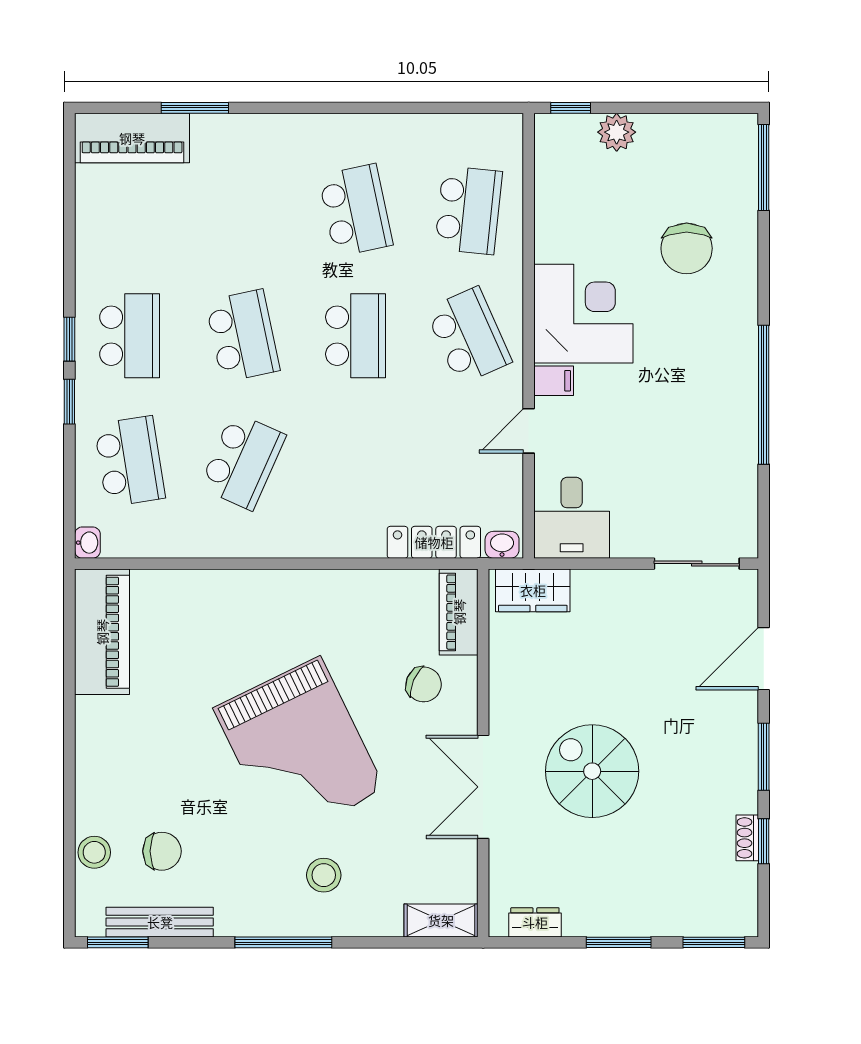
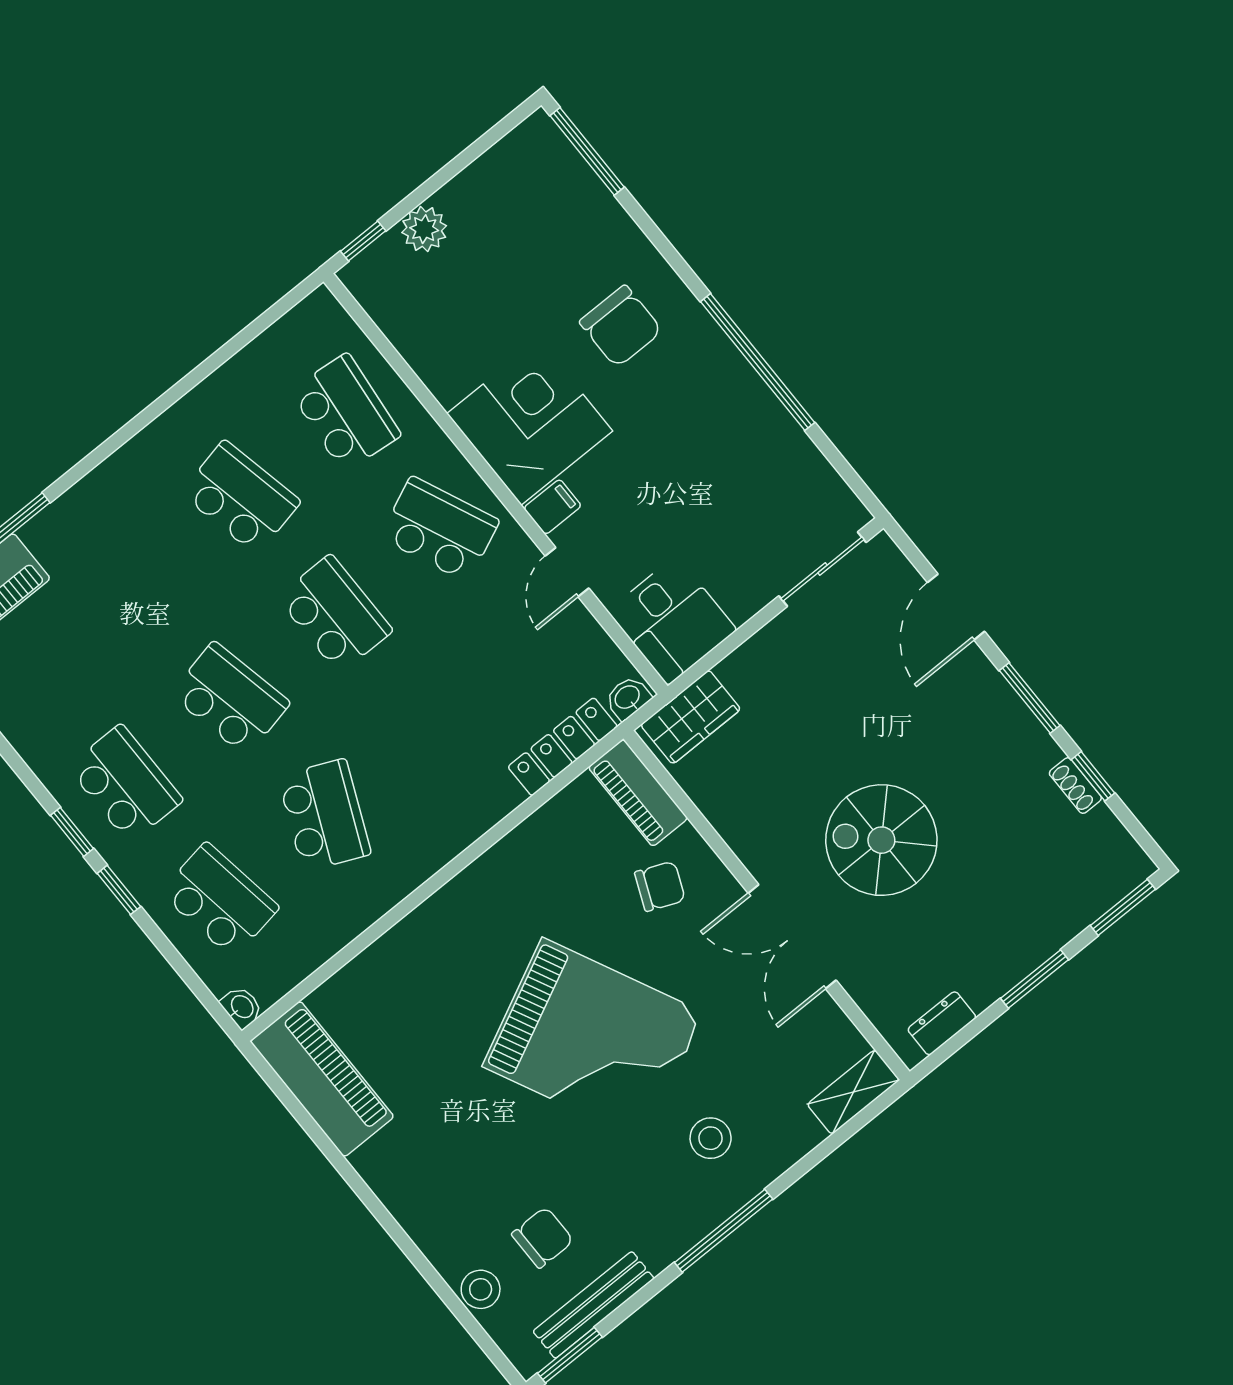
chair: (687, 248) -> (621, 326), moved

